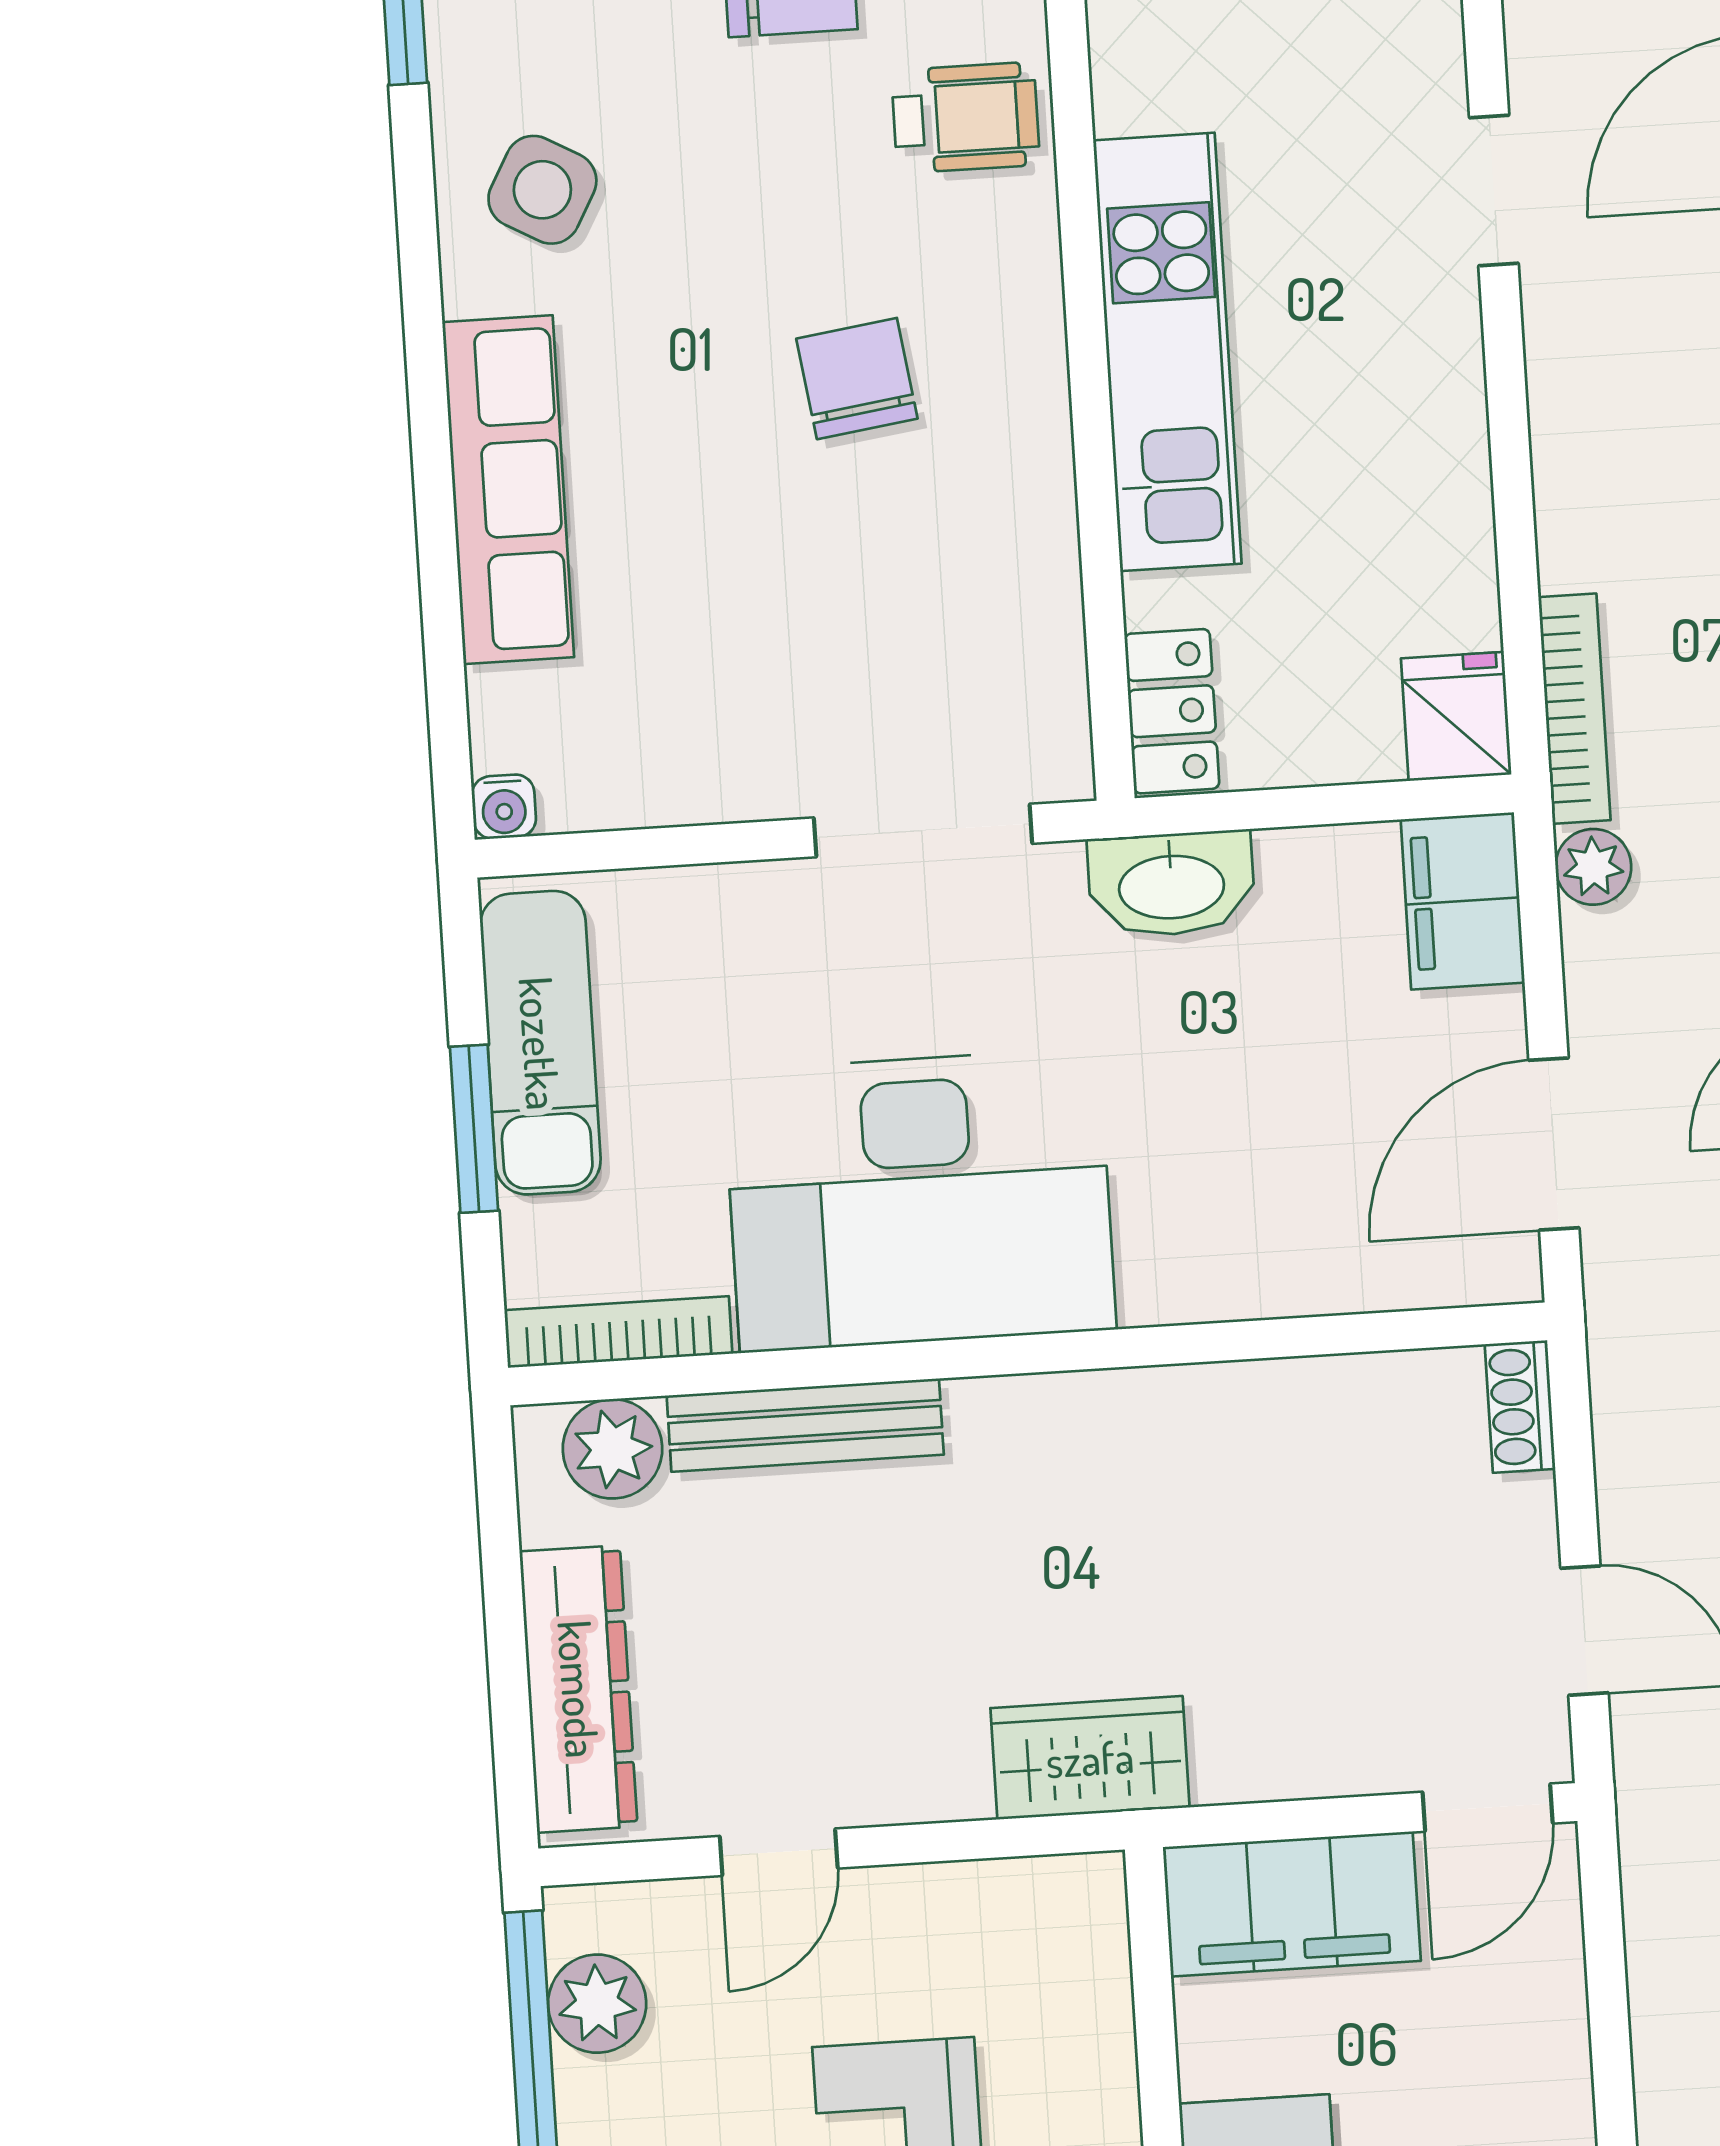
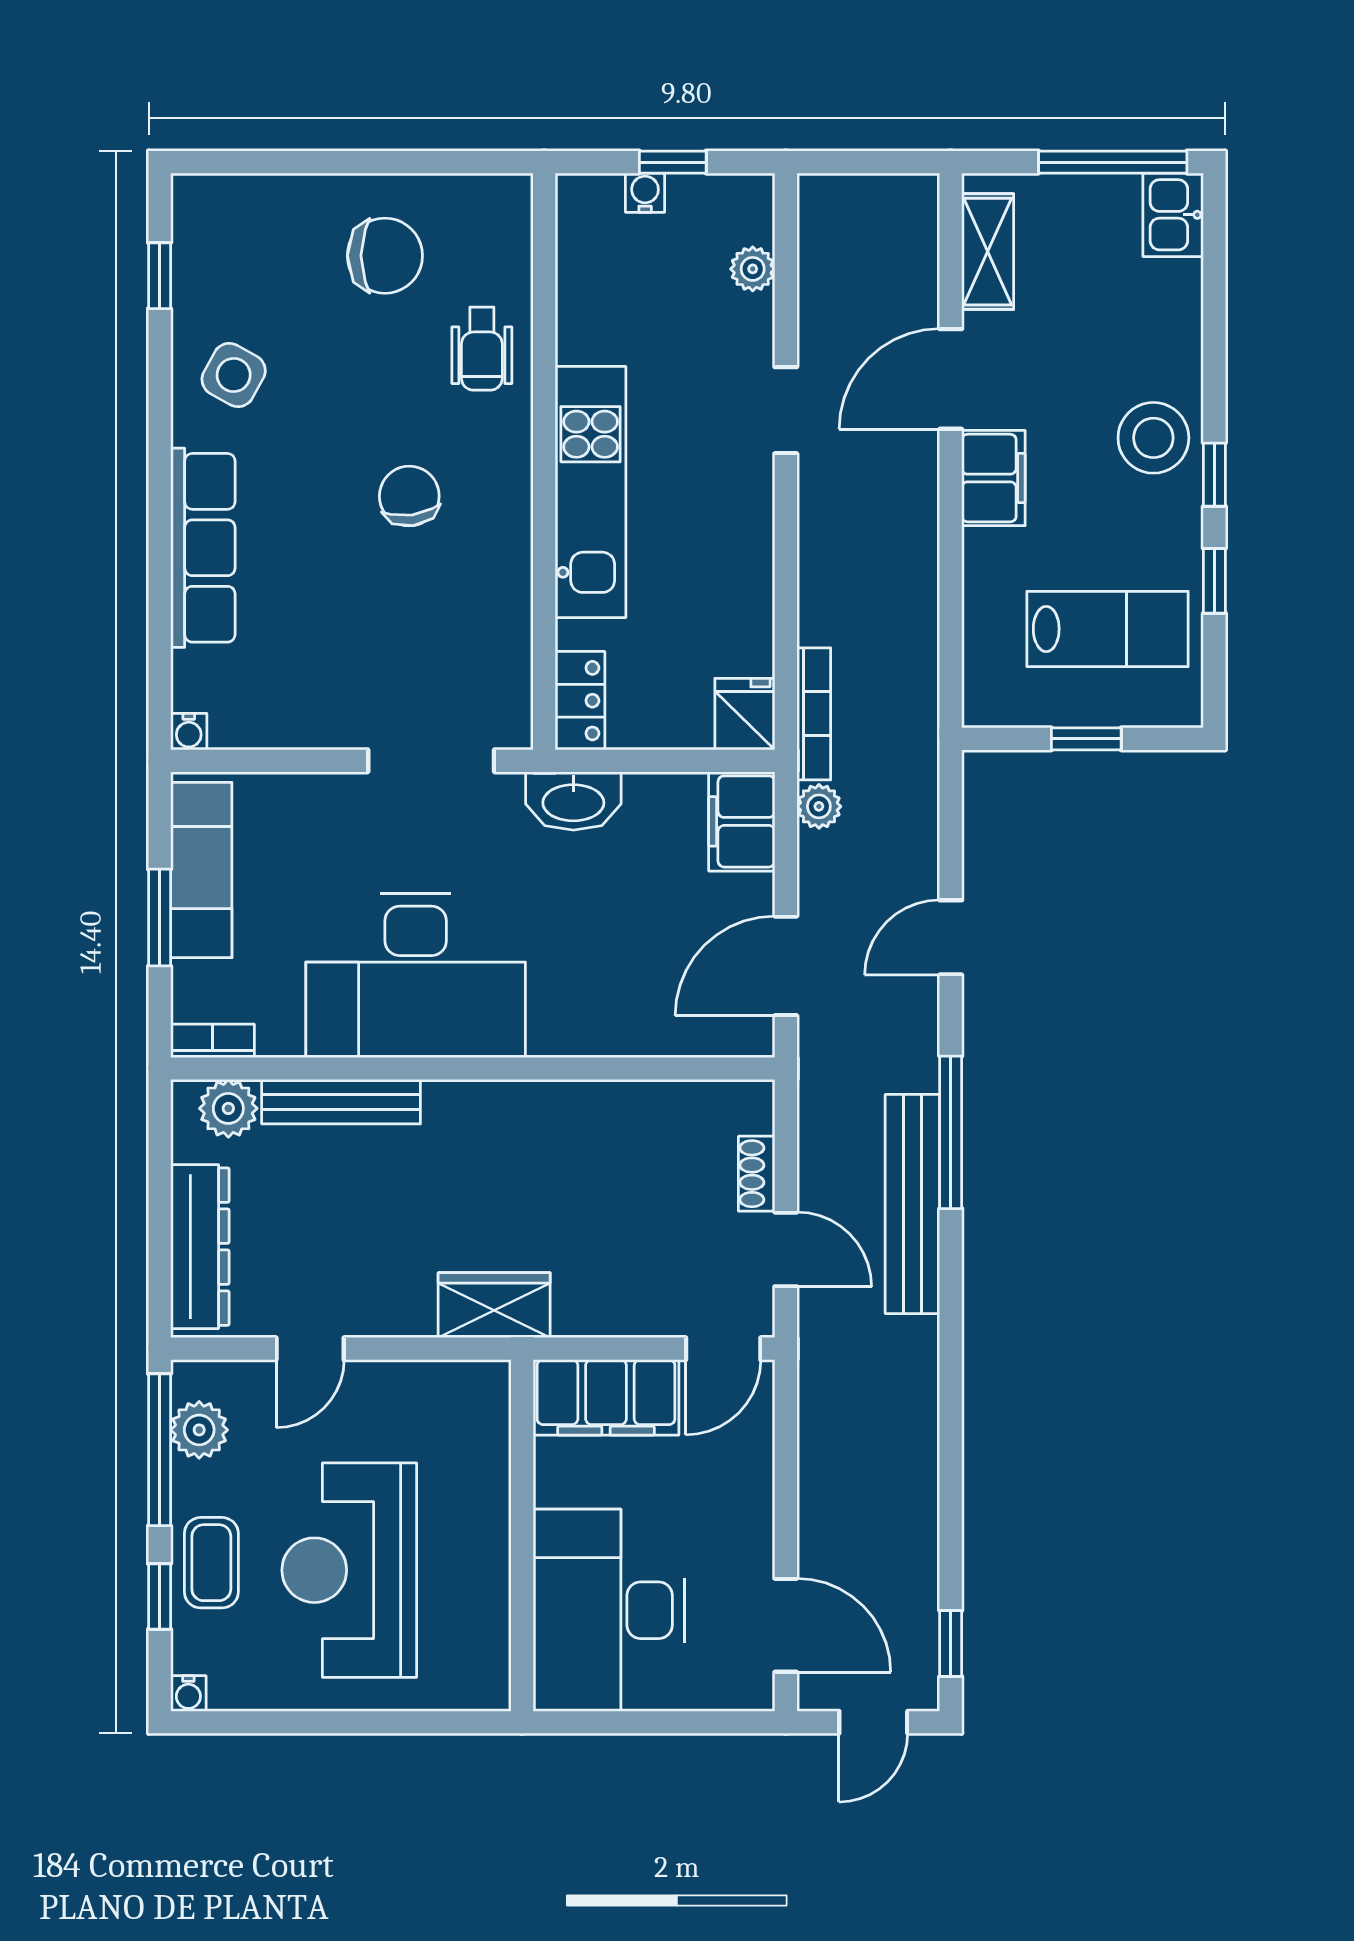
wheelchair: (966, 118) -> (482, 349), turned 90
bookcase: (618, 1332) -> (212, 1041), width x0.64
shoe rack: (1520, 1407) -> (757, 1174), moved

